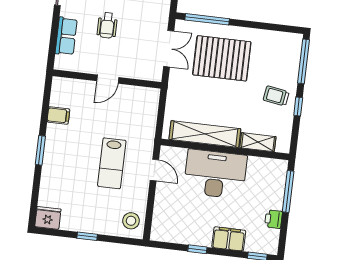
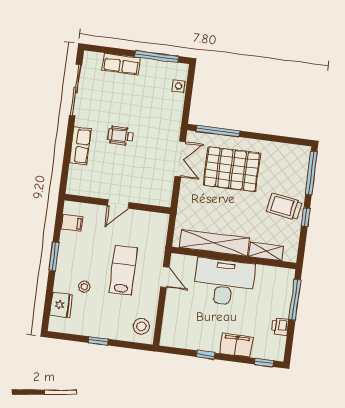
wheelchair: (107, 25) -> (121, 136), turned 90
wall: (107, 79) -> (118, 204), moved
door: (108, 79) -> (118, 204), moved
trolley: (276, 96) -> (284, 206), width x1.36, depth x1.39
lab bench: (112, 163) -> (123, 270), turned 180
stool: (72, 181) -> (84, 287), added
fridge: (48, 218) -> (61, 305), moved, turned 90

